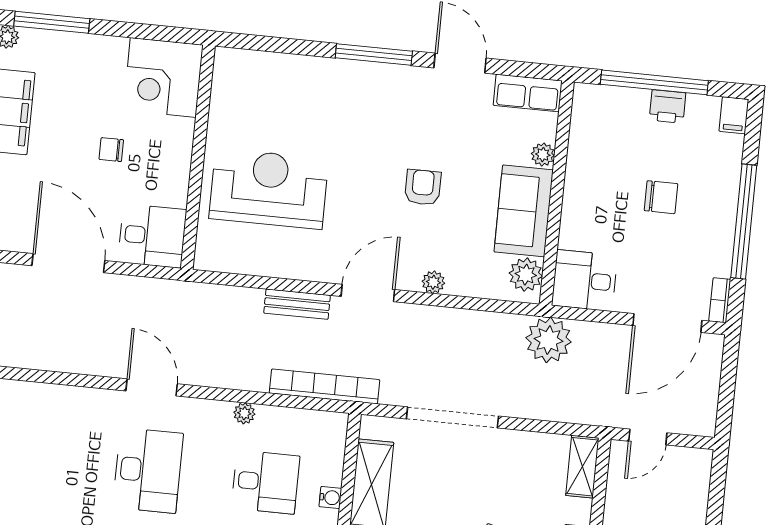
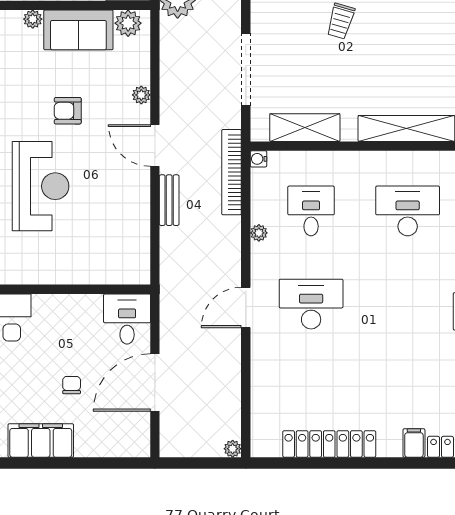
chair: (111, 150) -> (72, 385), moved, turned 180
reception desk: (269, 189) -> (41, 186), moved, turned 180
water cooler: (330, 498) -> (258, 159), moved, turned -90

